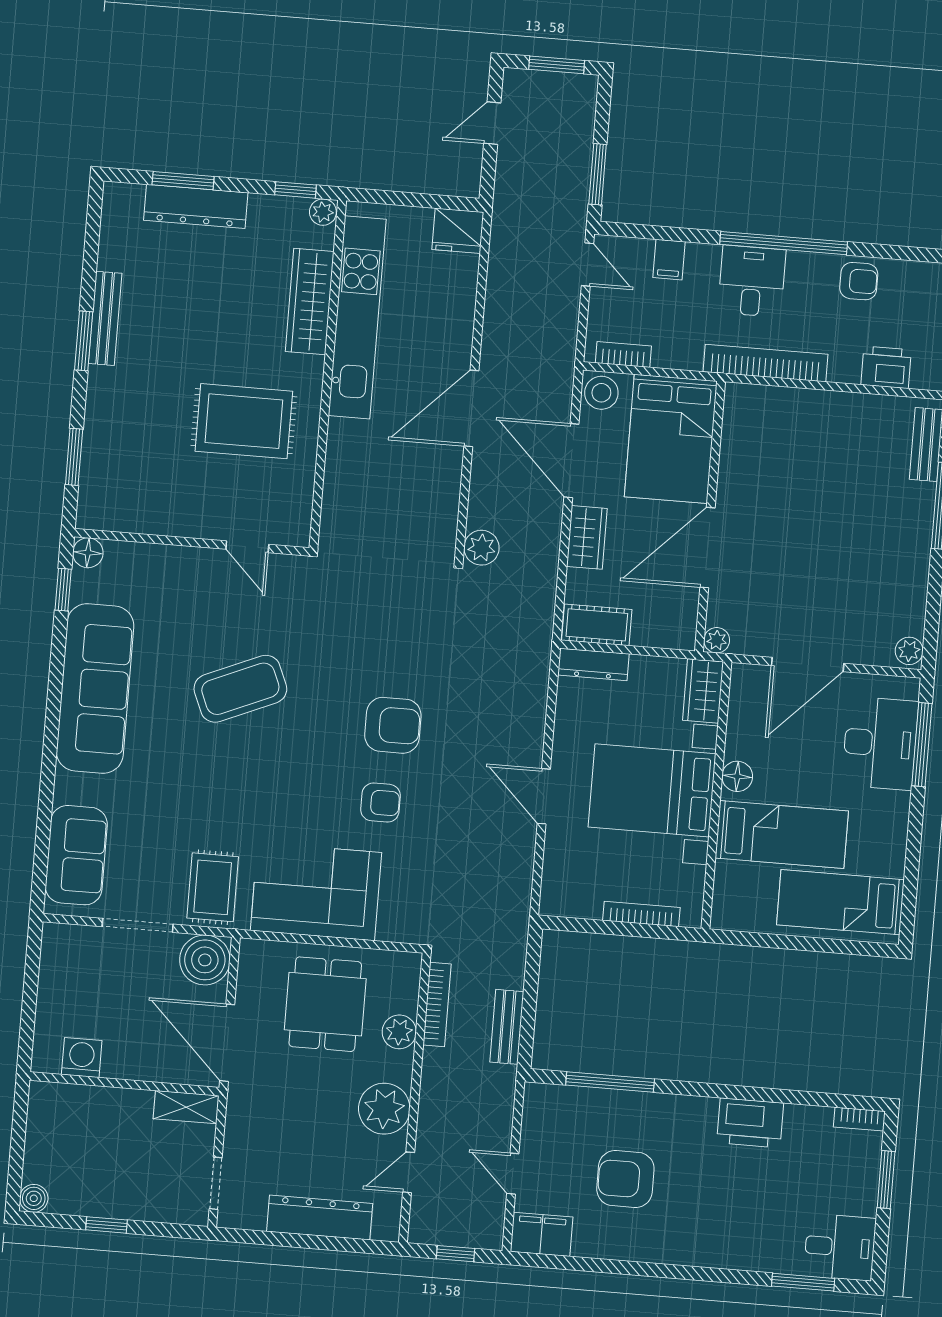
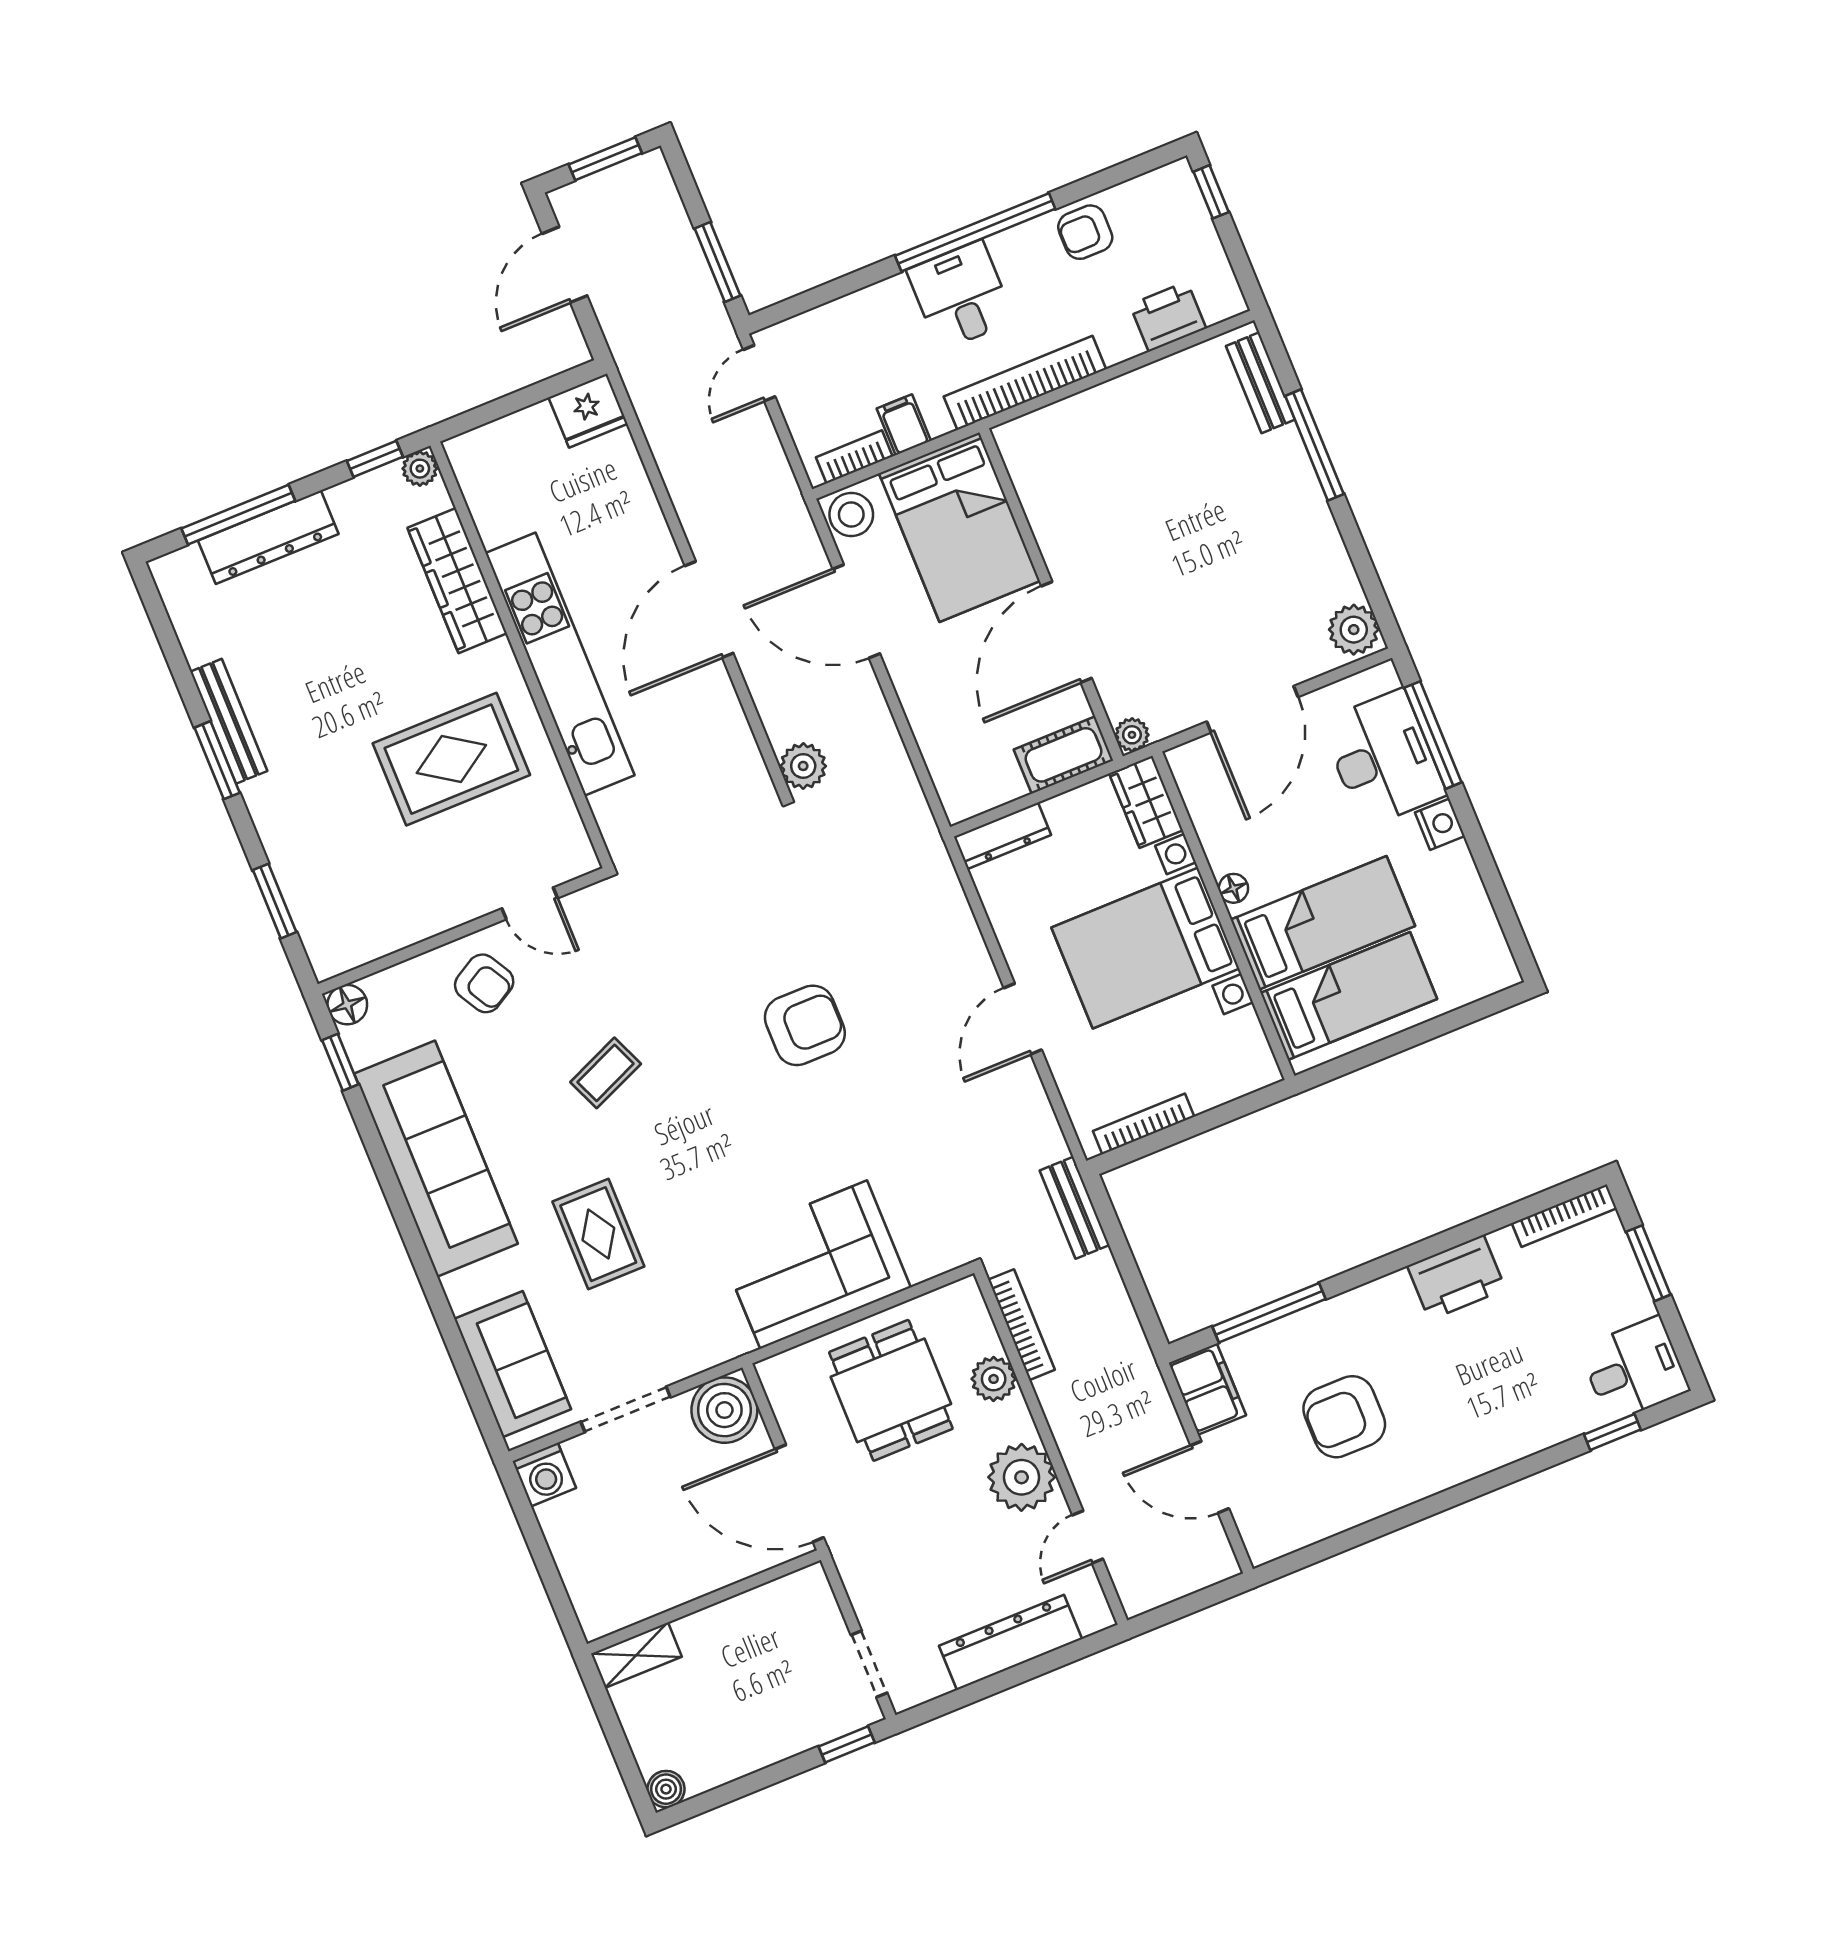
door: (492, 123) -> (565, 265), width x1.38
window: (183, 181) -> (238, 515), width x1.44
filing cabinet: (669, 260) -> (904, 425), moved, turned 180
door: (587, 264) -> (759, 373), swing flipped
armchair: (859, 281) -> (1085, 232), turned 180
kitchen unit: (357, 317) -> (560, 664), moved
wardrobe: (587, 537) -> (920, 692), removed
cot: (597, 625) -> (1064, 755), moved
plant: (909, 651) -> (1354, 630), width x1.38, depth x1.38
coffee table: (240, 689) -> (606, 1073), width x0.54, depth x0.58
floor lamp: (737, 776) -> (1233, 888), width x0.73, depth x0.73
door: (544, 796) -> (1023, 1019), hinge flipped
armchair: (380, 803) -> (484, 983), moved, turned 60
nightstand: (896, 808) -> (1440, 824), added
rug: (213, 887) -> (598, 1234), moved
bed: (840, 902) -> (1349, 996), moved, turned 180
bookcase: (641, 914) -> (1144, 1124), moved
bench: (507, 1027) -> (1075, 1208), moved
washing machine: (82, 1058) -> (544, 1475), moved, turned 180
shelving: (186, 1107) -> (636, 1655), moved
bookcase: (859, 1119) -> (1564, 1216), width x1.56
door: (513, 1174) -> (1210, 1477), width x1.38
window: (107, 1225) -> (847, 1744), moved
filing cabinet: (542, 1234) -> (1207, 1389), moved, turned 90
window: (455, 1254) -> (1190, 1604), removed
window: (803, 1282) -> (1612, 1432), width x0.67

